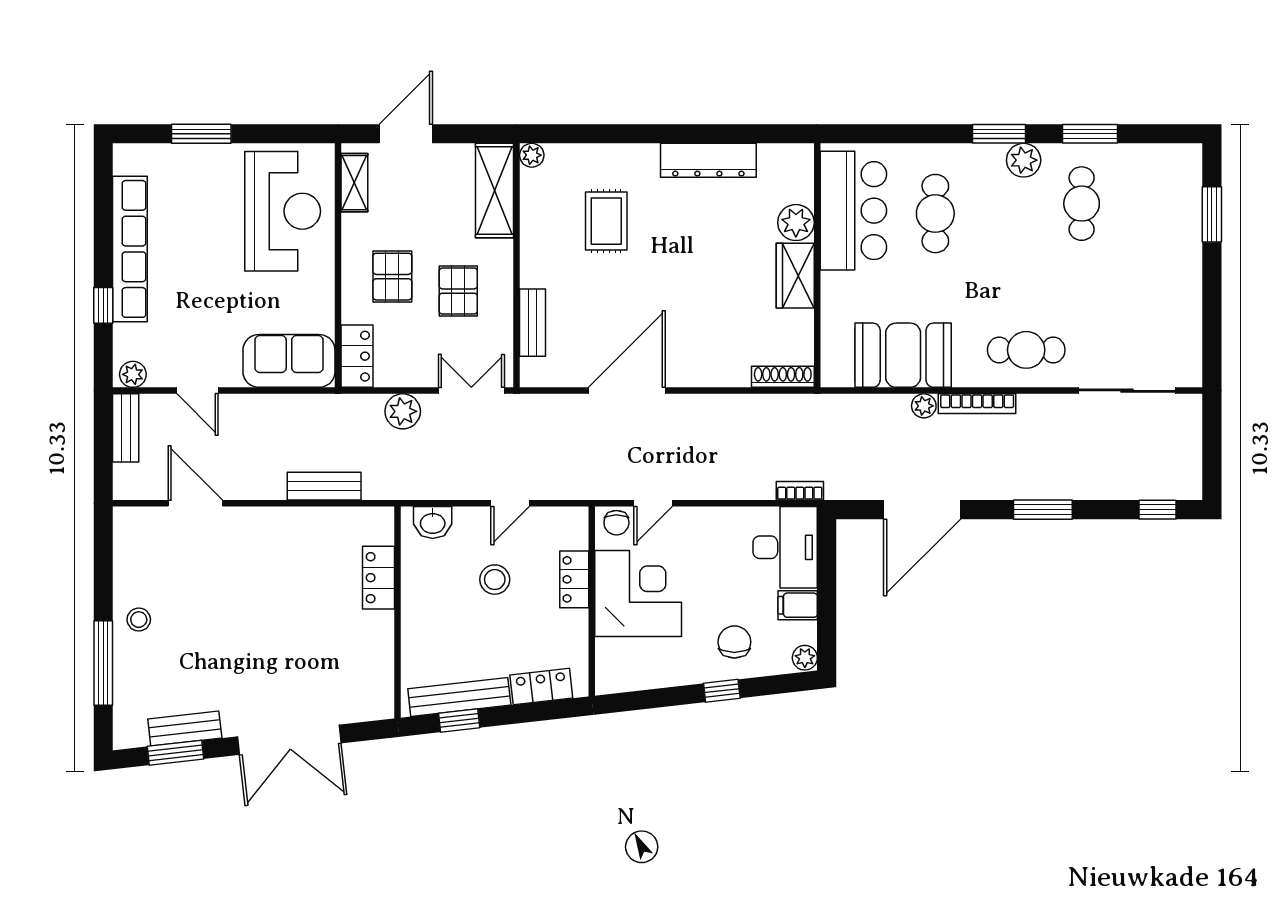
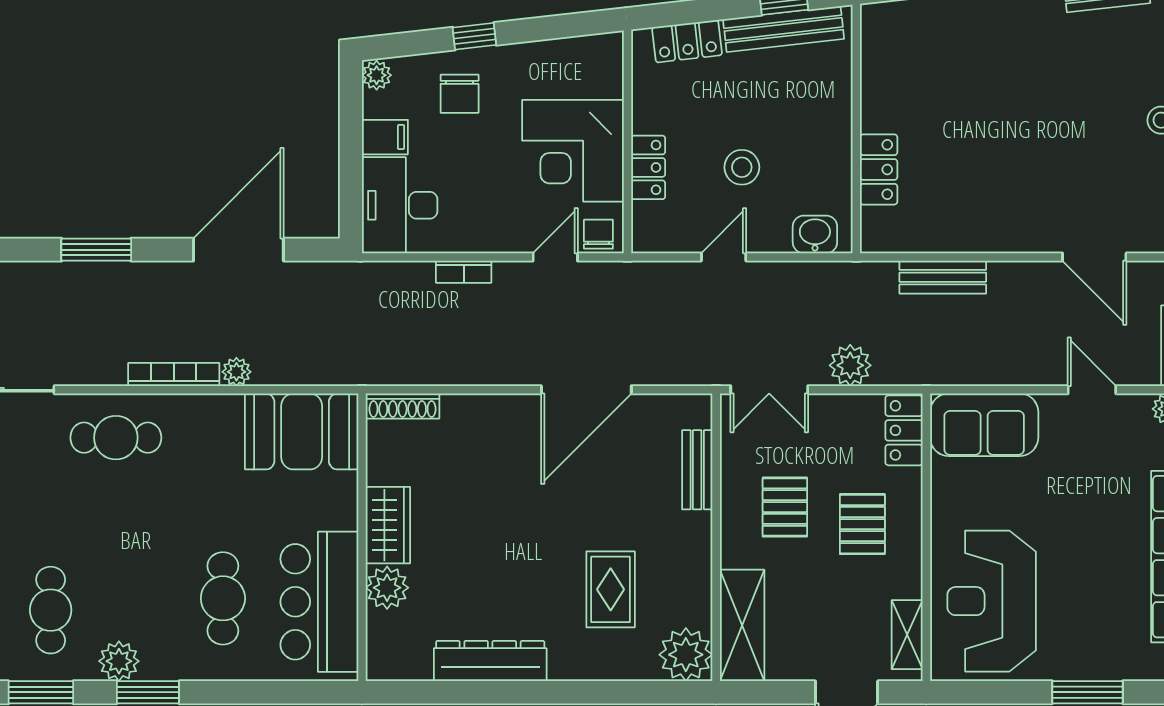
plant: (532, 155) -> (686, 655), width x1.88, depth x1.88
booth: (903, 355) -> (302, 431), moved
bookcase: (800, 491) -> (464, 272), moved

